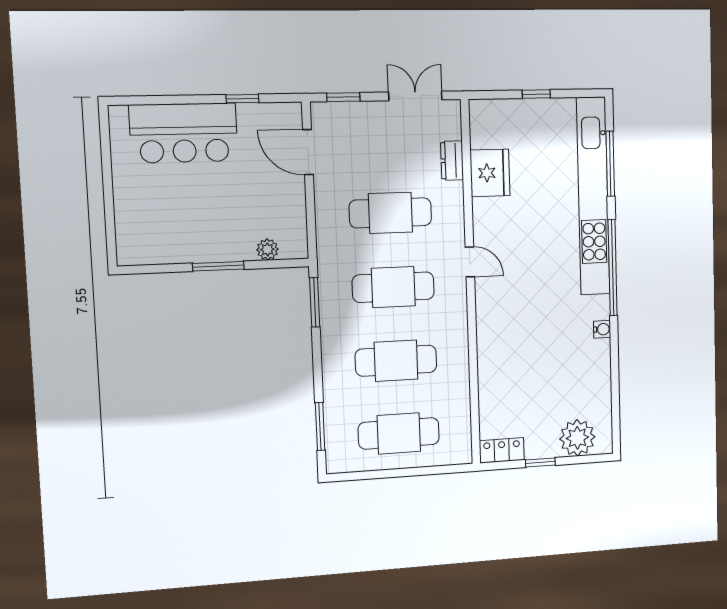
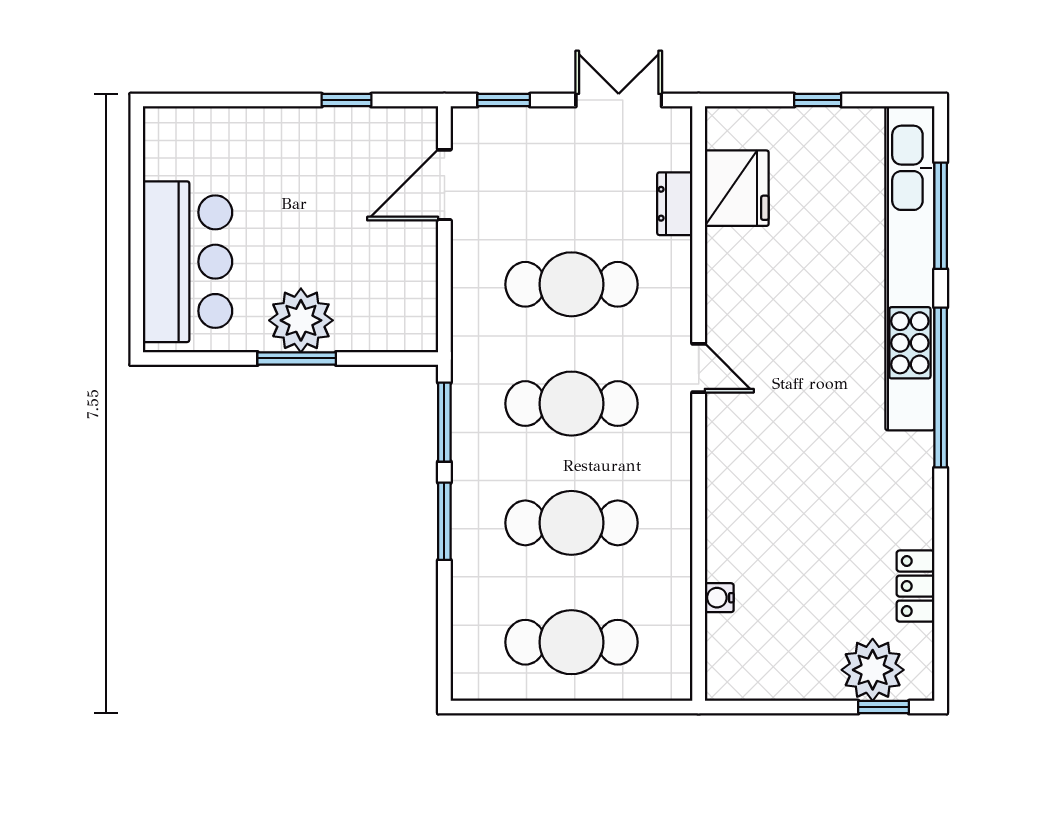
bar counter: (184, 133) -> (188, 262), moved, turned -90
door: (308, 152) -> (444, 185), hinge flipped
fridge: (490, 173) -> (737, 188), moved
plant: (267, 249) -> (301, 320), moved, width x1.88, depth x1.88
water cooler: (602, 329) -> (719, 598), moved, turned 180
window: (320, 426) -> (444, 521), moved
locker: (502, 450) -> (915, 586), moved, turned -90
window: (540, 462) -> (884, 707), moved

